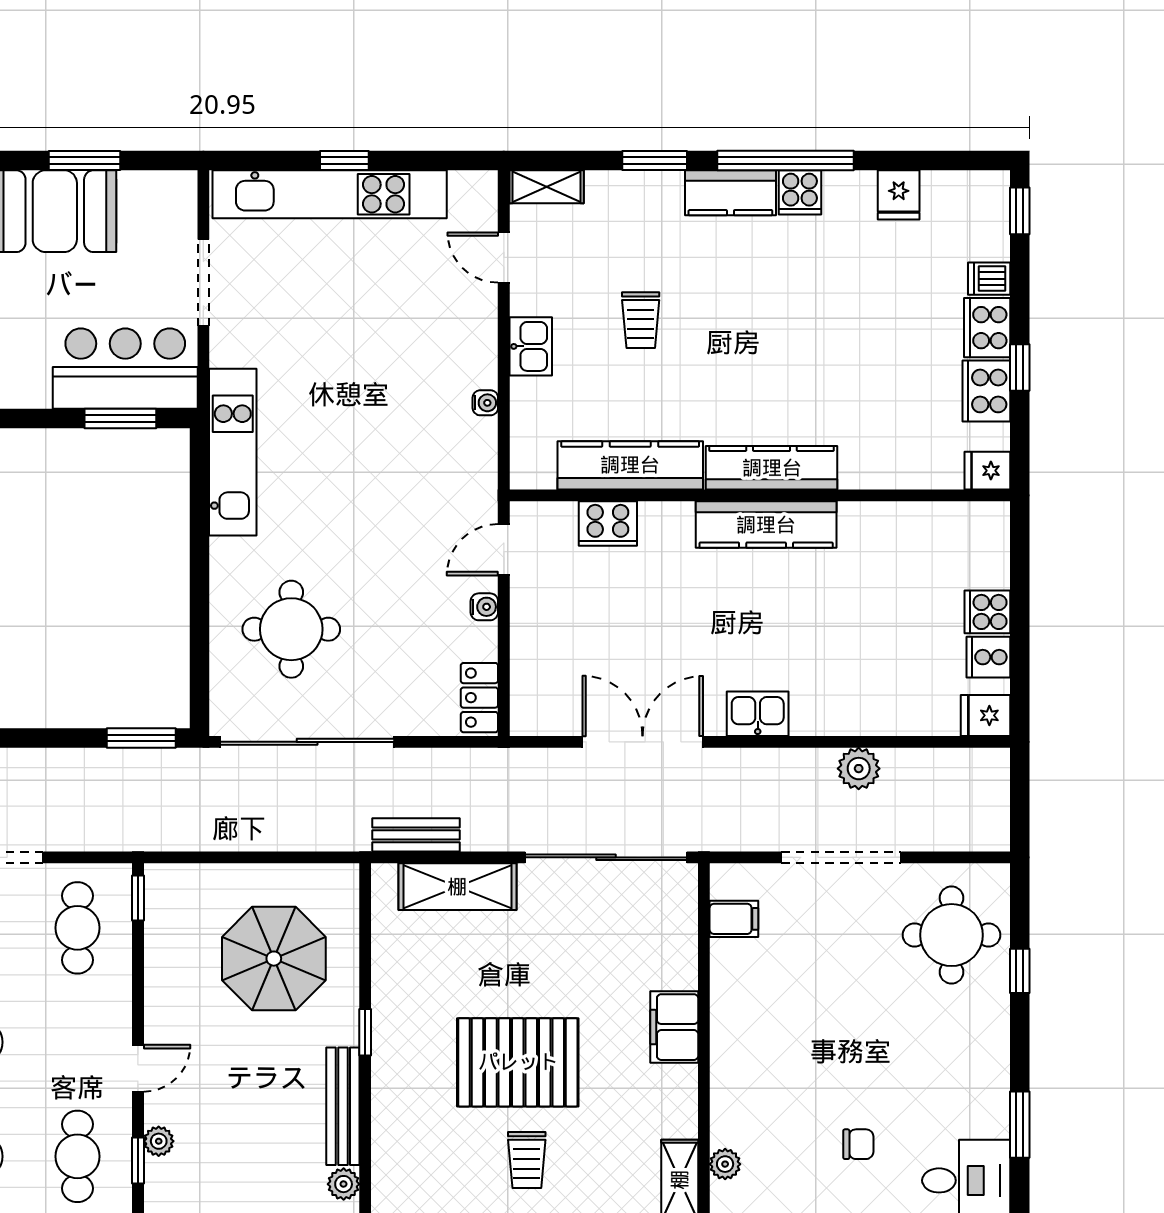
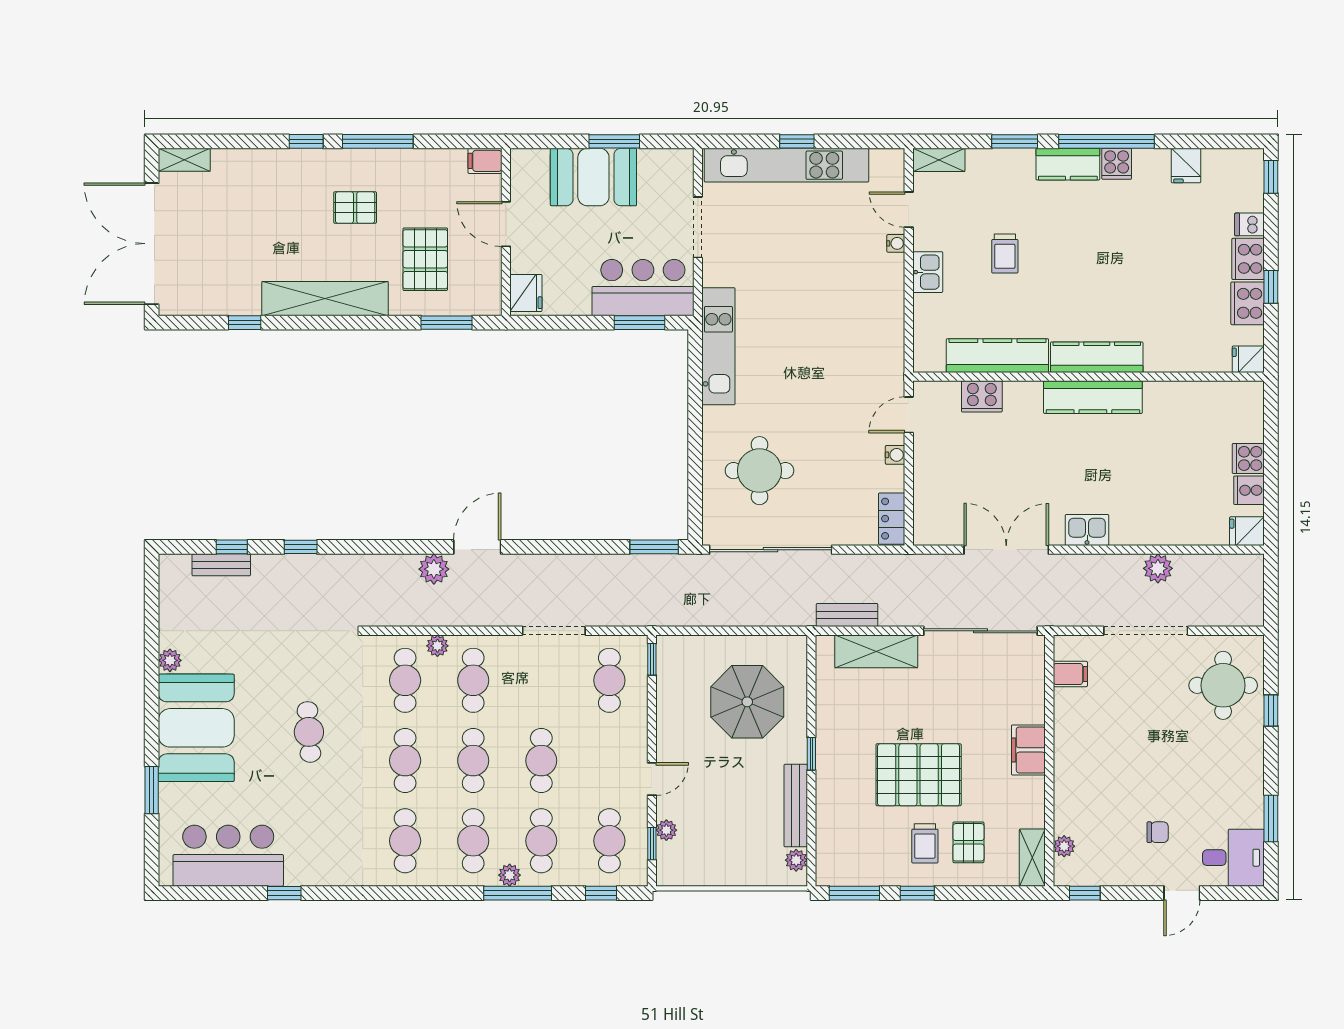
water cooler: (485, 403) -> (896, 243), moved
pallet: (589, 1159) -> (968, 842), added

